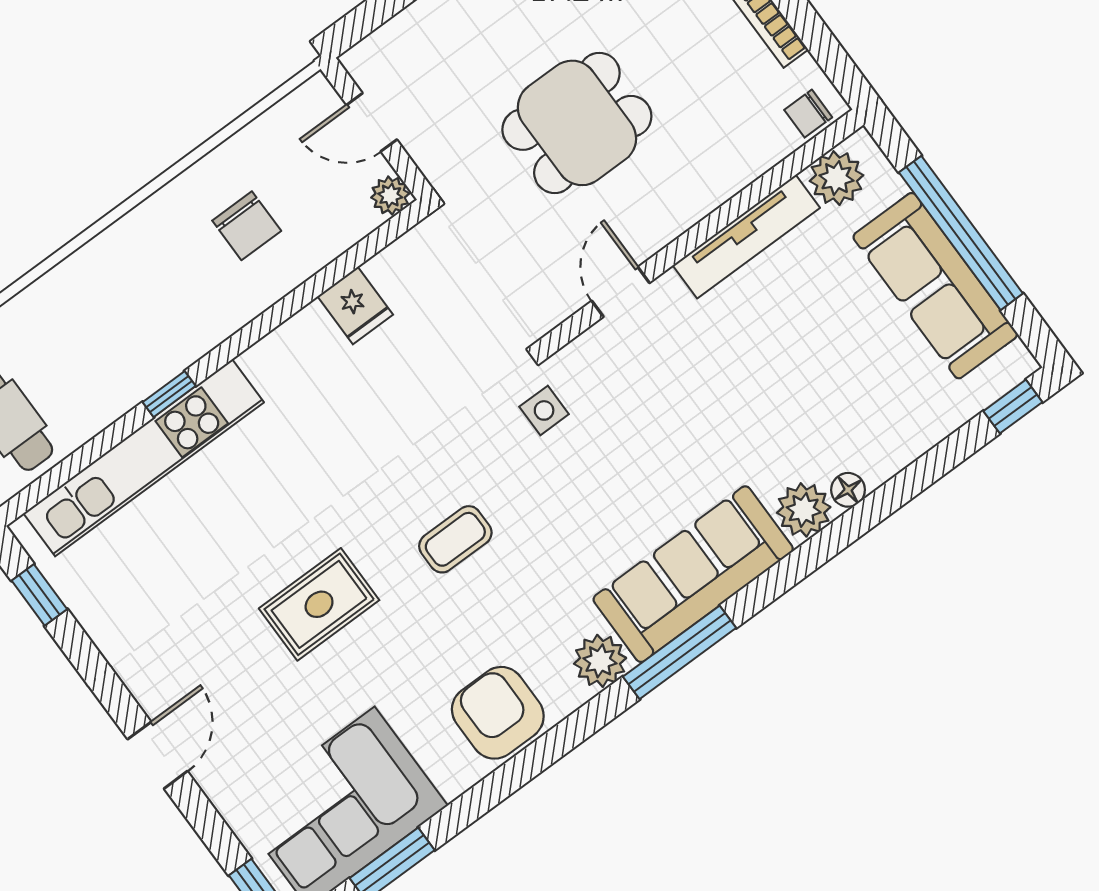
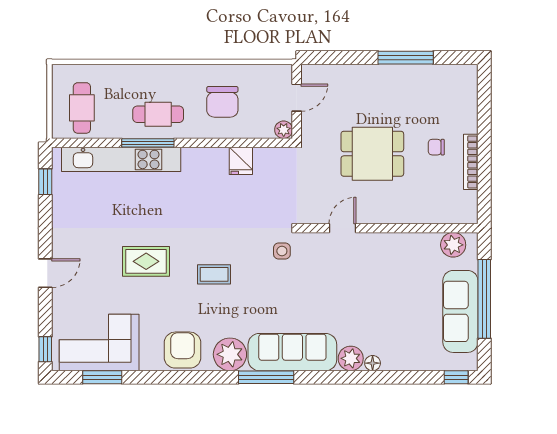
chair: (808, 114) -> (436, 147), moved
door: (372, 122) -> (297, 98), swing flipped
chair: (247, 226) -> (222, 102), width x1.37, depth x1.37
tv unit: (746, 237) -> (404, 242), removed
cafe table: (150, 331) -> (158, 114), added
window: (169, 394) -> (148, 143), width x2.17
plant: (600, 661) -> (230, 354), width x1.36, depth x1.36

